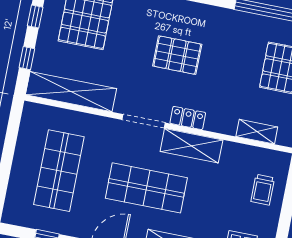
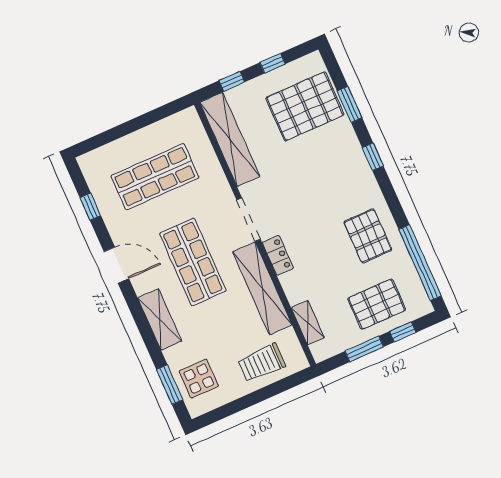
pallet: (177, 55) -> (368, 236), moved
shelving: (191, 146) -> (262, 288), width x1.47
trolley: (263, 190) -> (262, 363), width x1.36, depth x1.39

